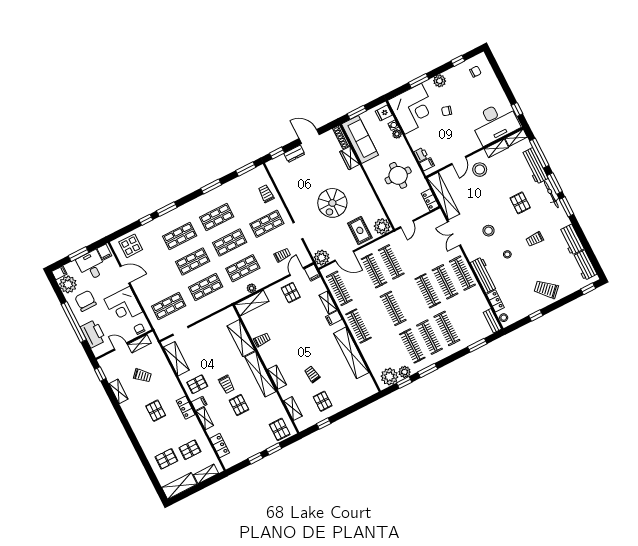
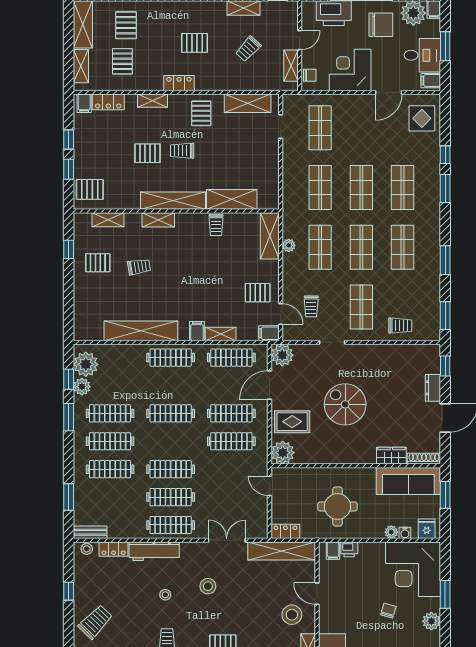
filing cabinet: (199, 403) -> (84, 103), moved

